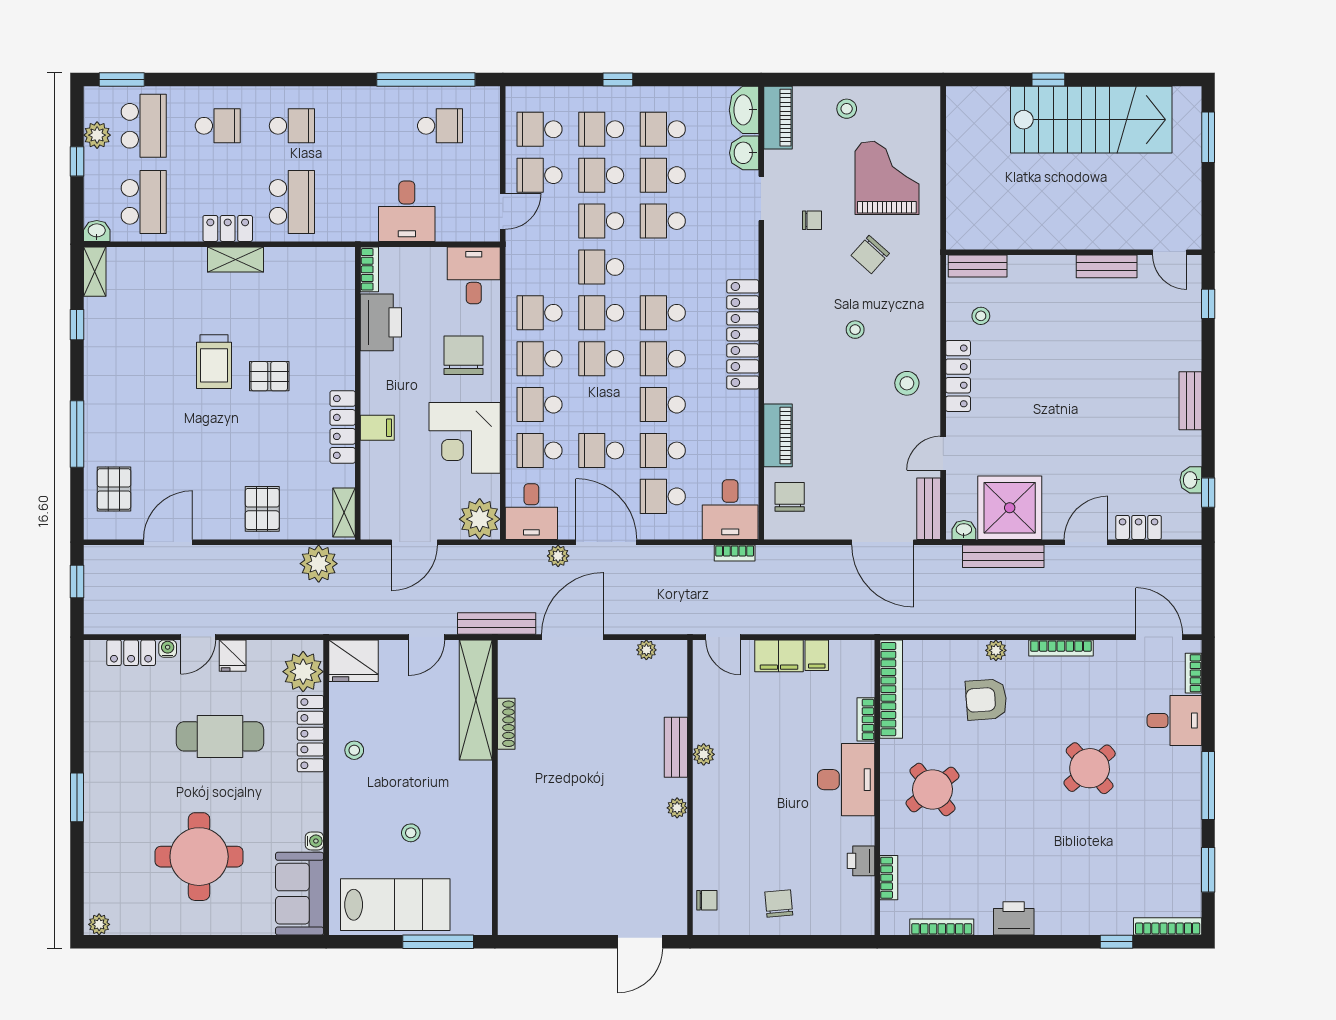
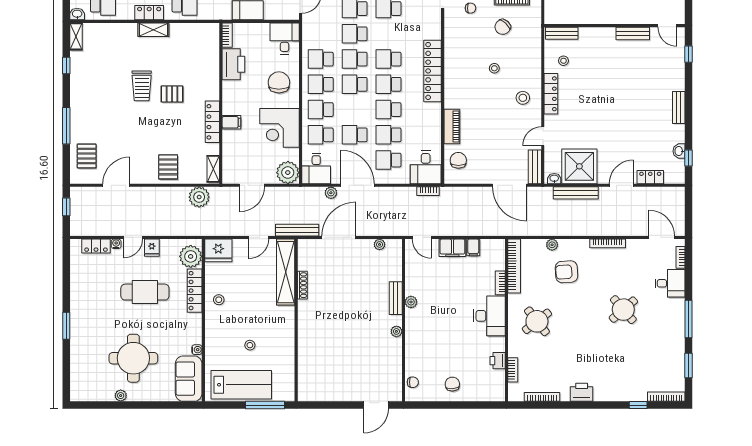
plant: (996, 650) -> (552, 245), moved
plant: (99, 924) -> (121, 396), moved

